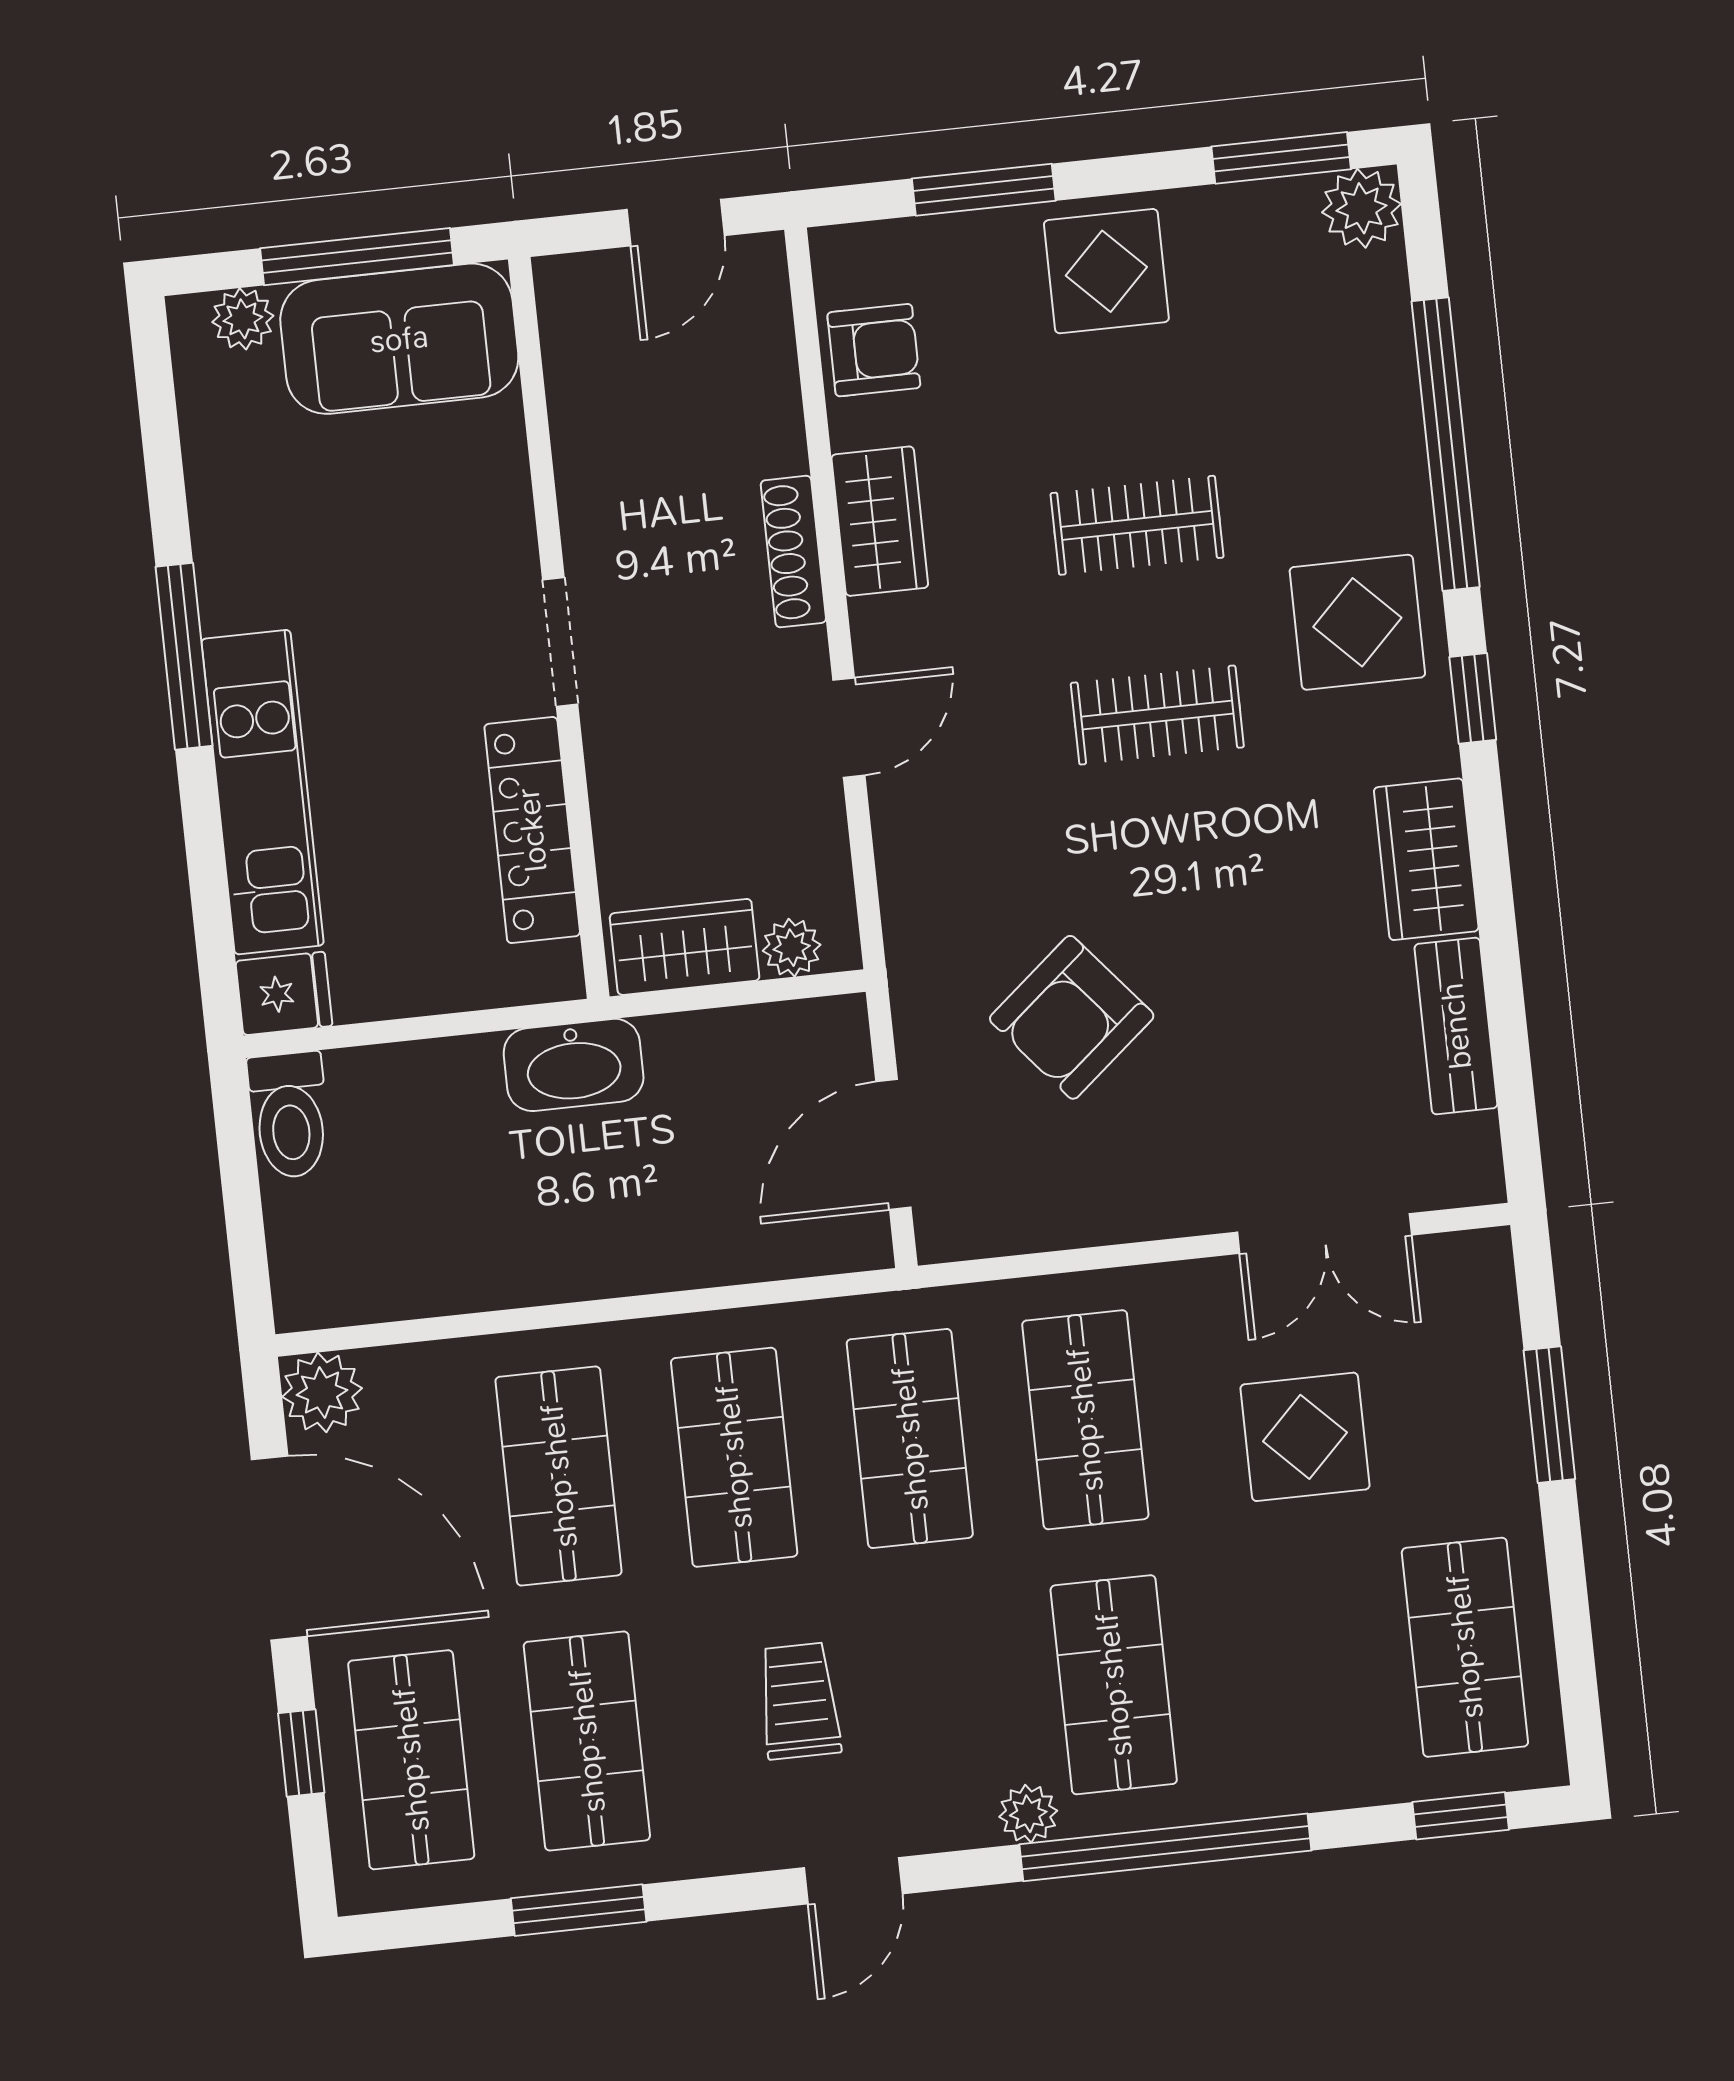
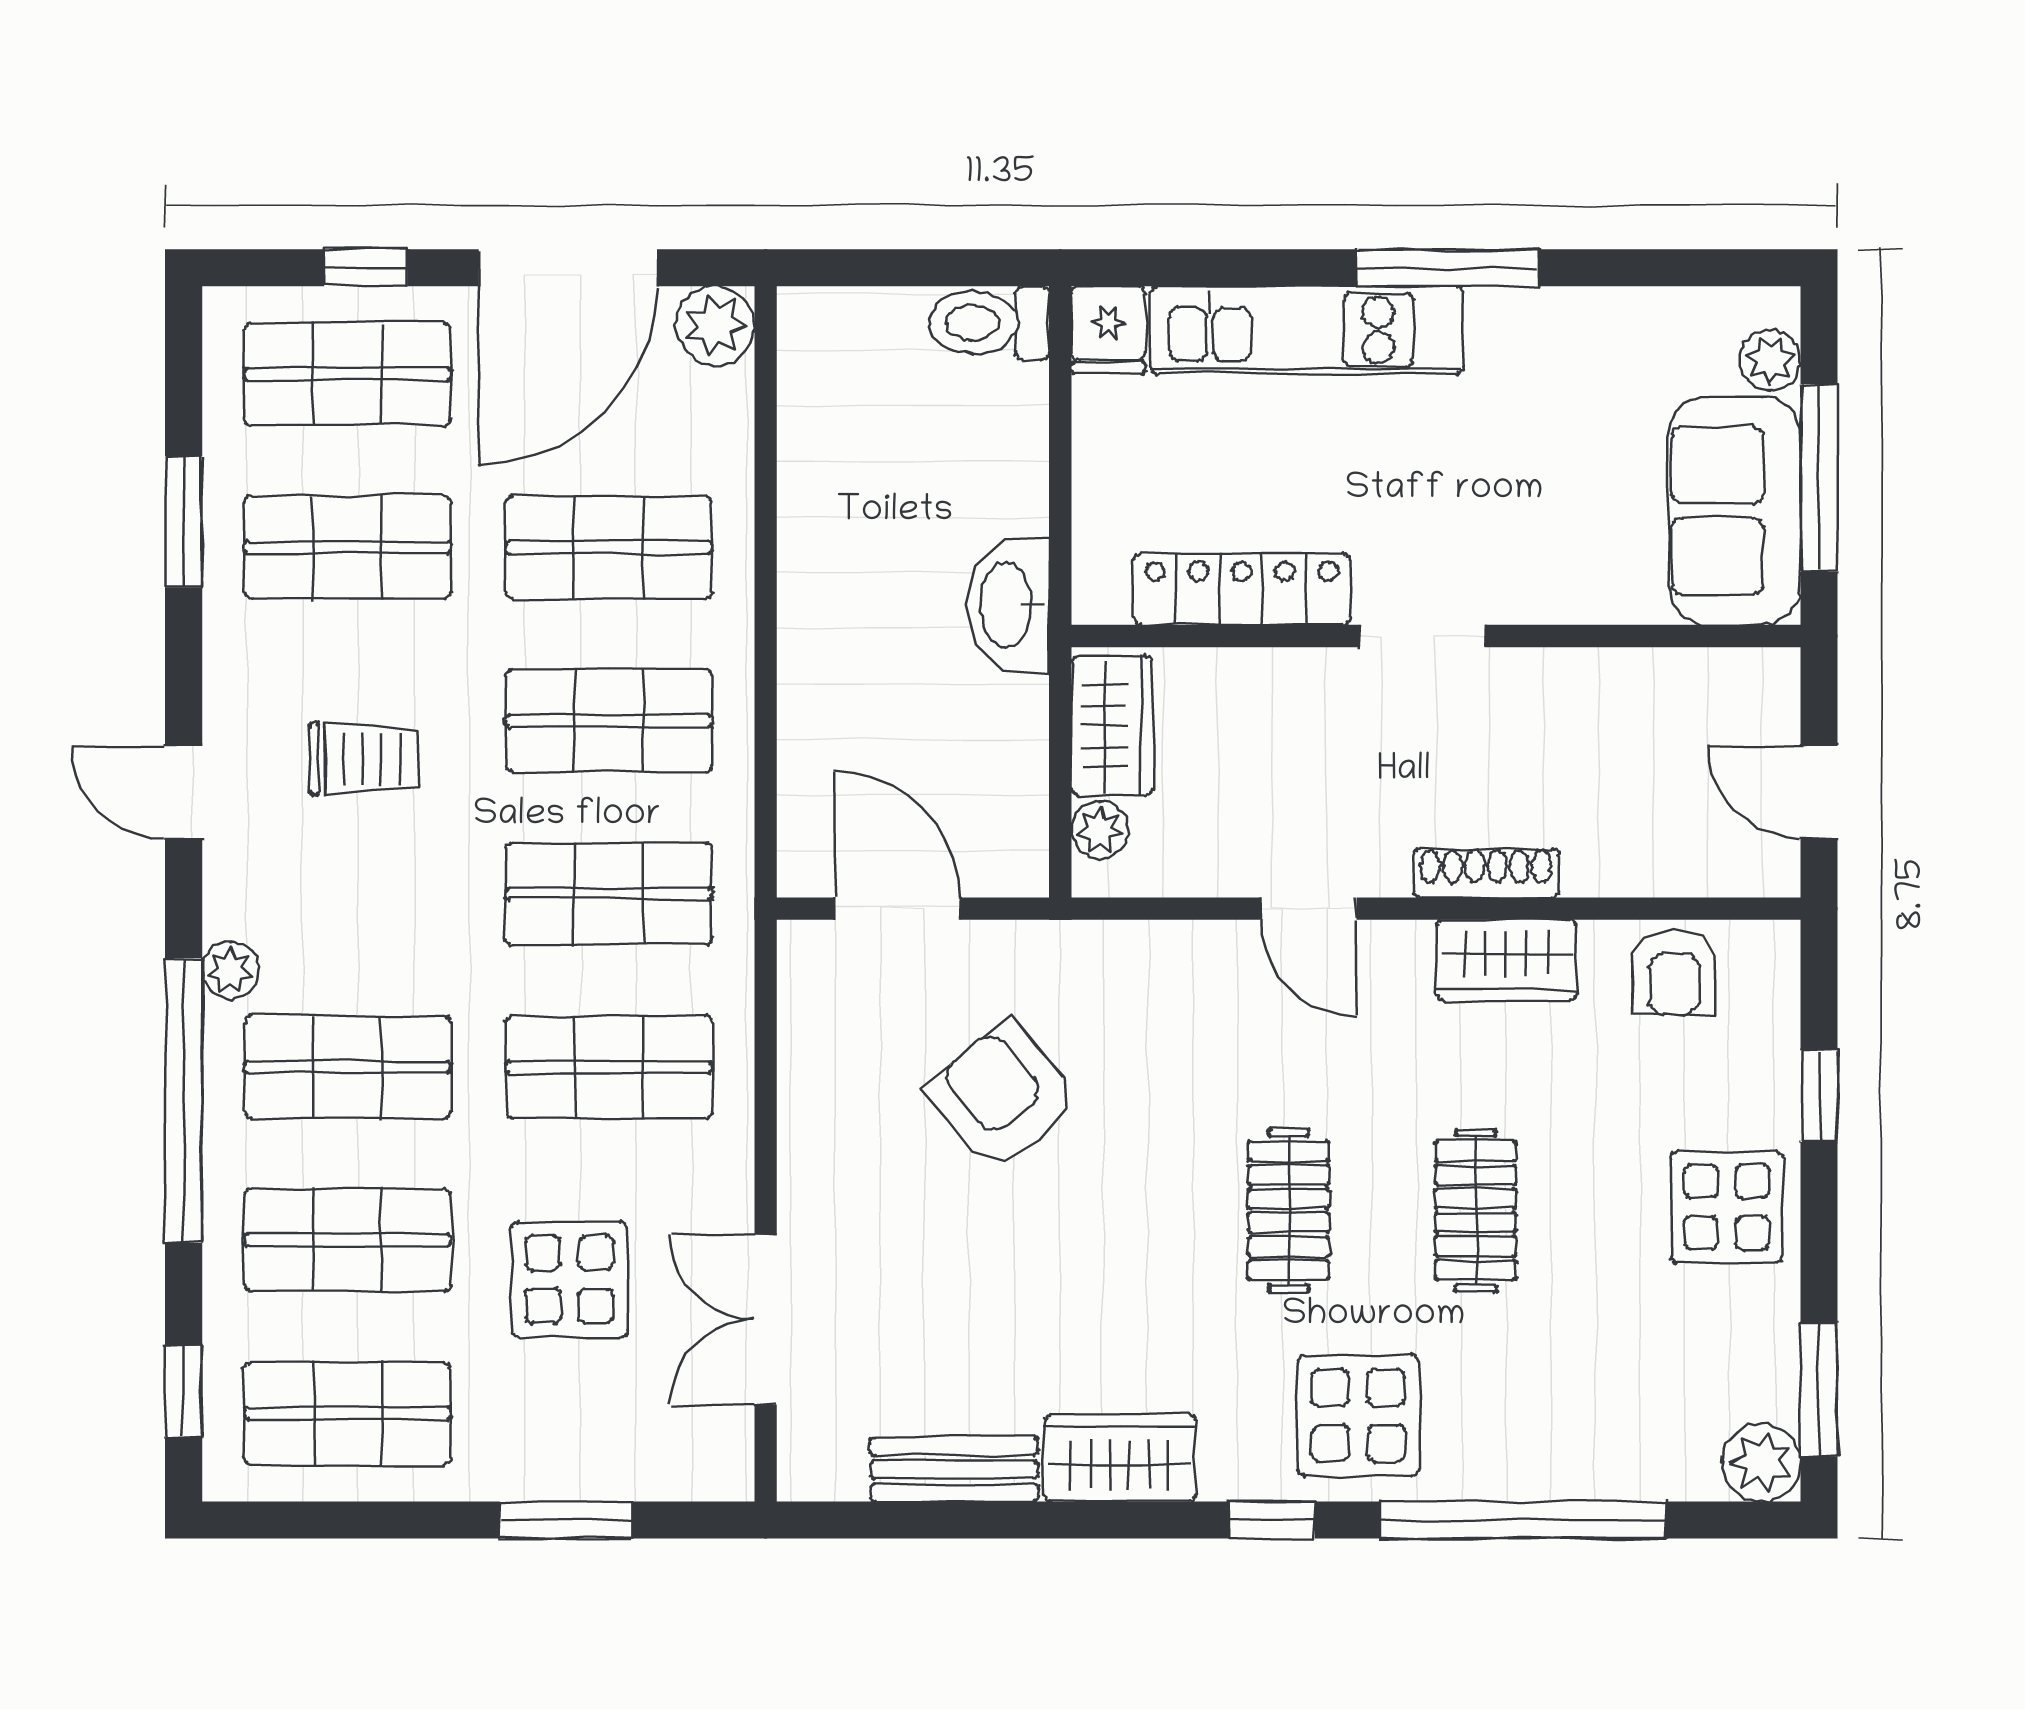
window: (984, 190) -> (1819, 1096), width x0.67
shop shelf: (1289, 1666) -> (348, 1240), added

